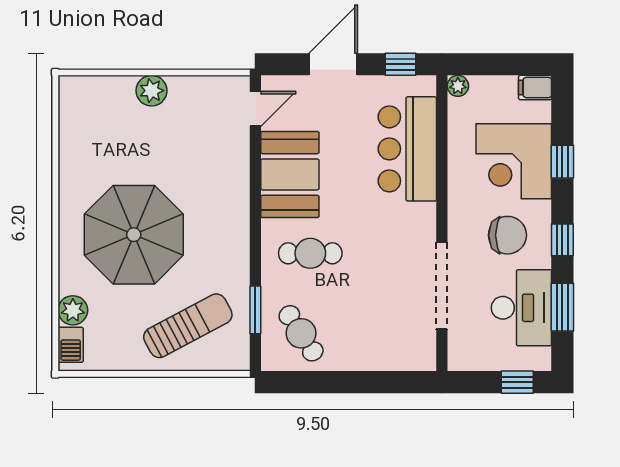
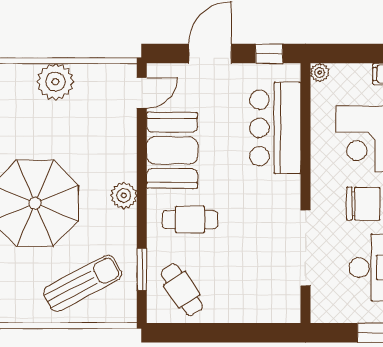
plant: (152, 91) -> (55, 82), width x1.36, depth x1.36
plant: (235, 226) -> (124, 196), added

